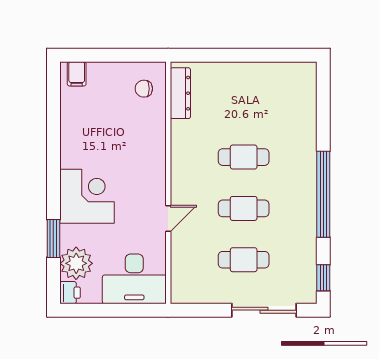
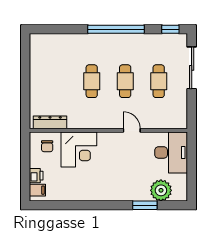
corner desk: (87, 196) -> (79, 149), moved, turned 180
printer: (70, 293) -> (36, 176), moved, turned 90

